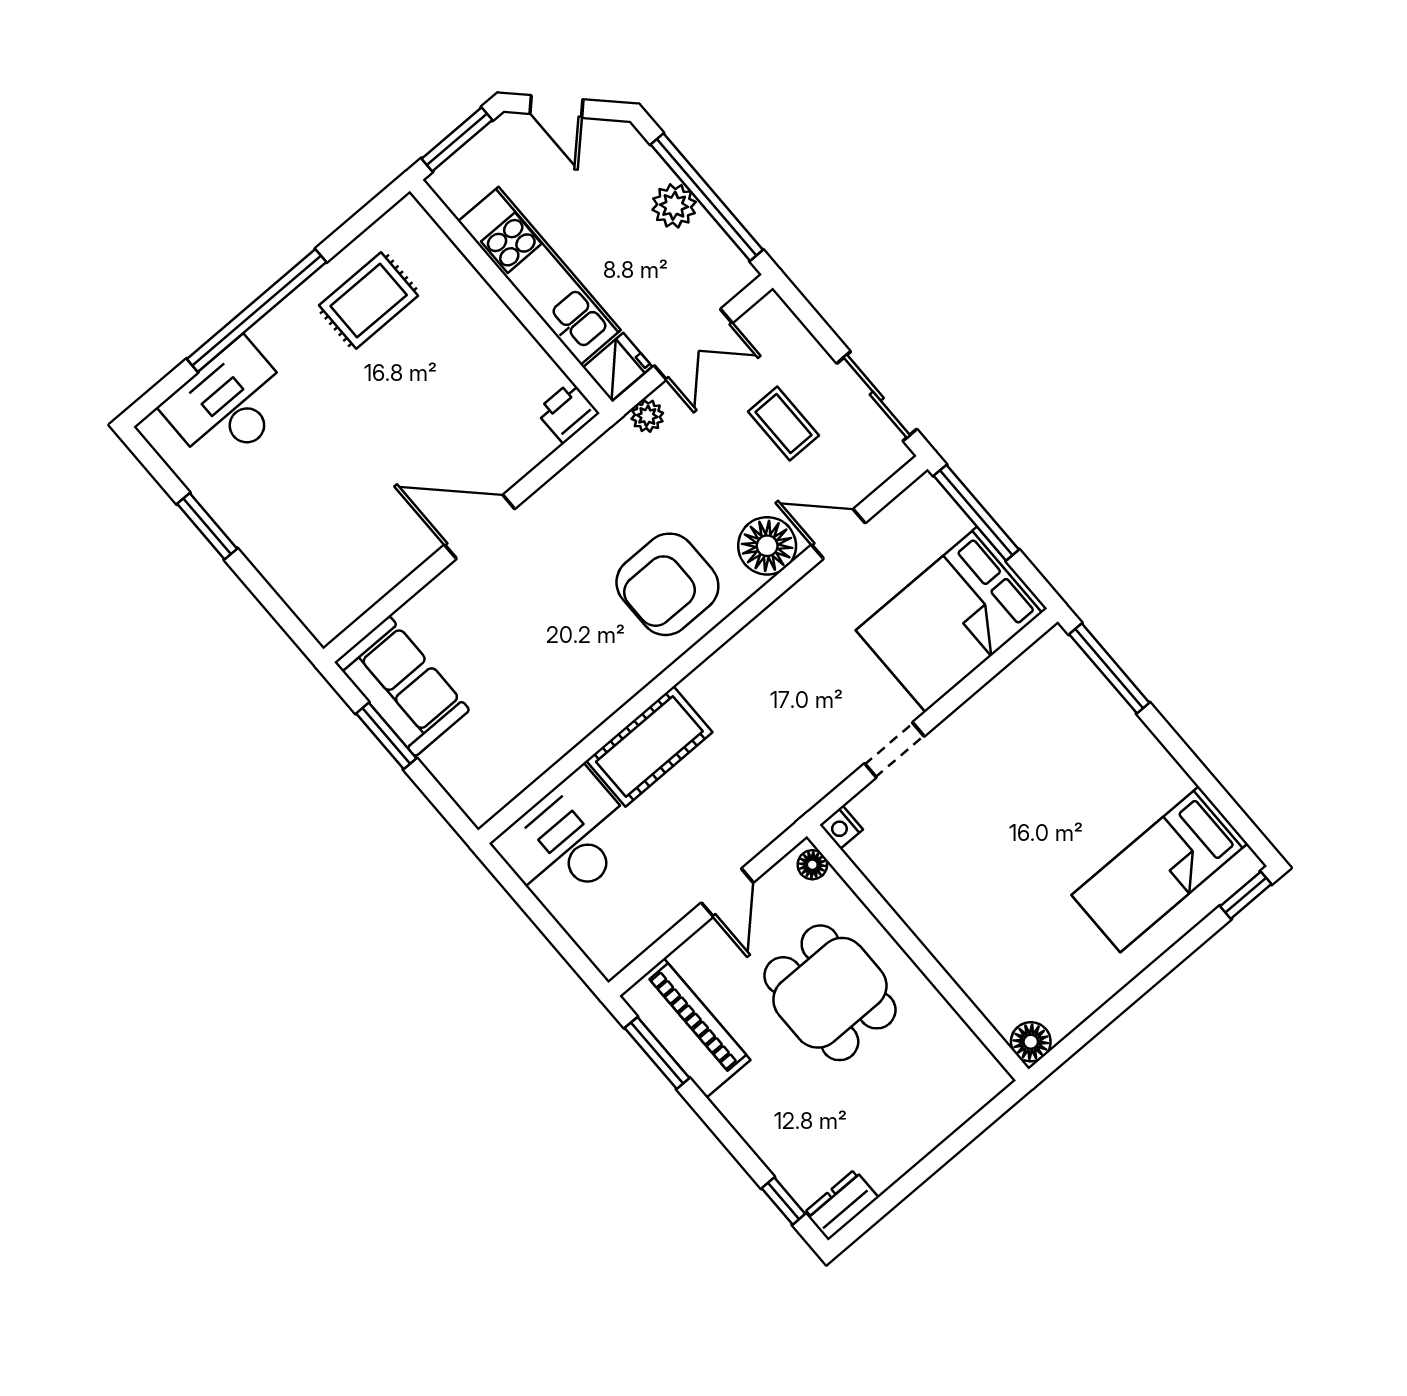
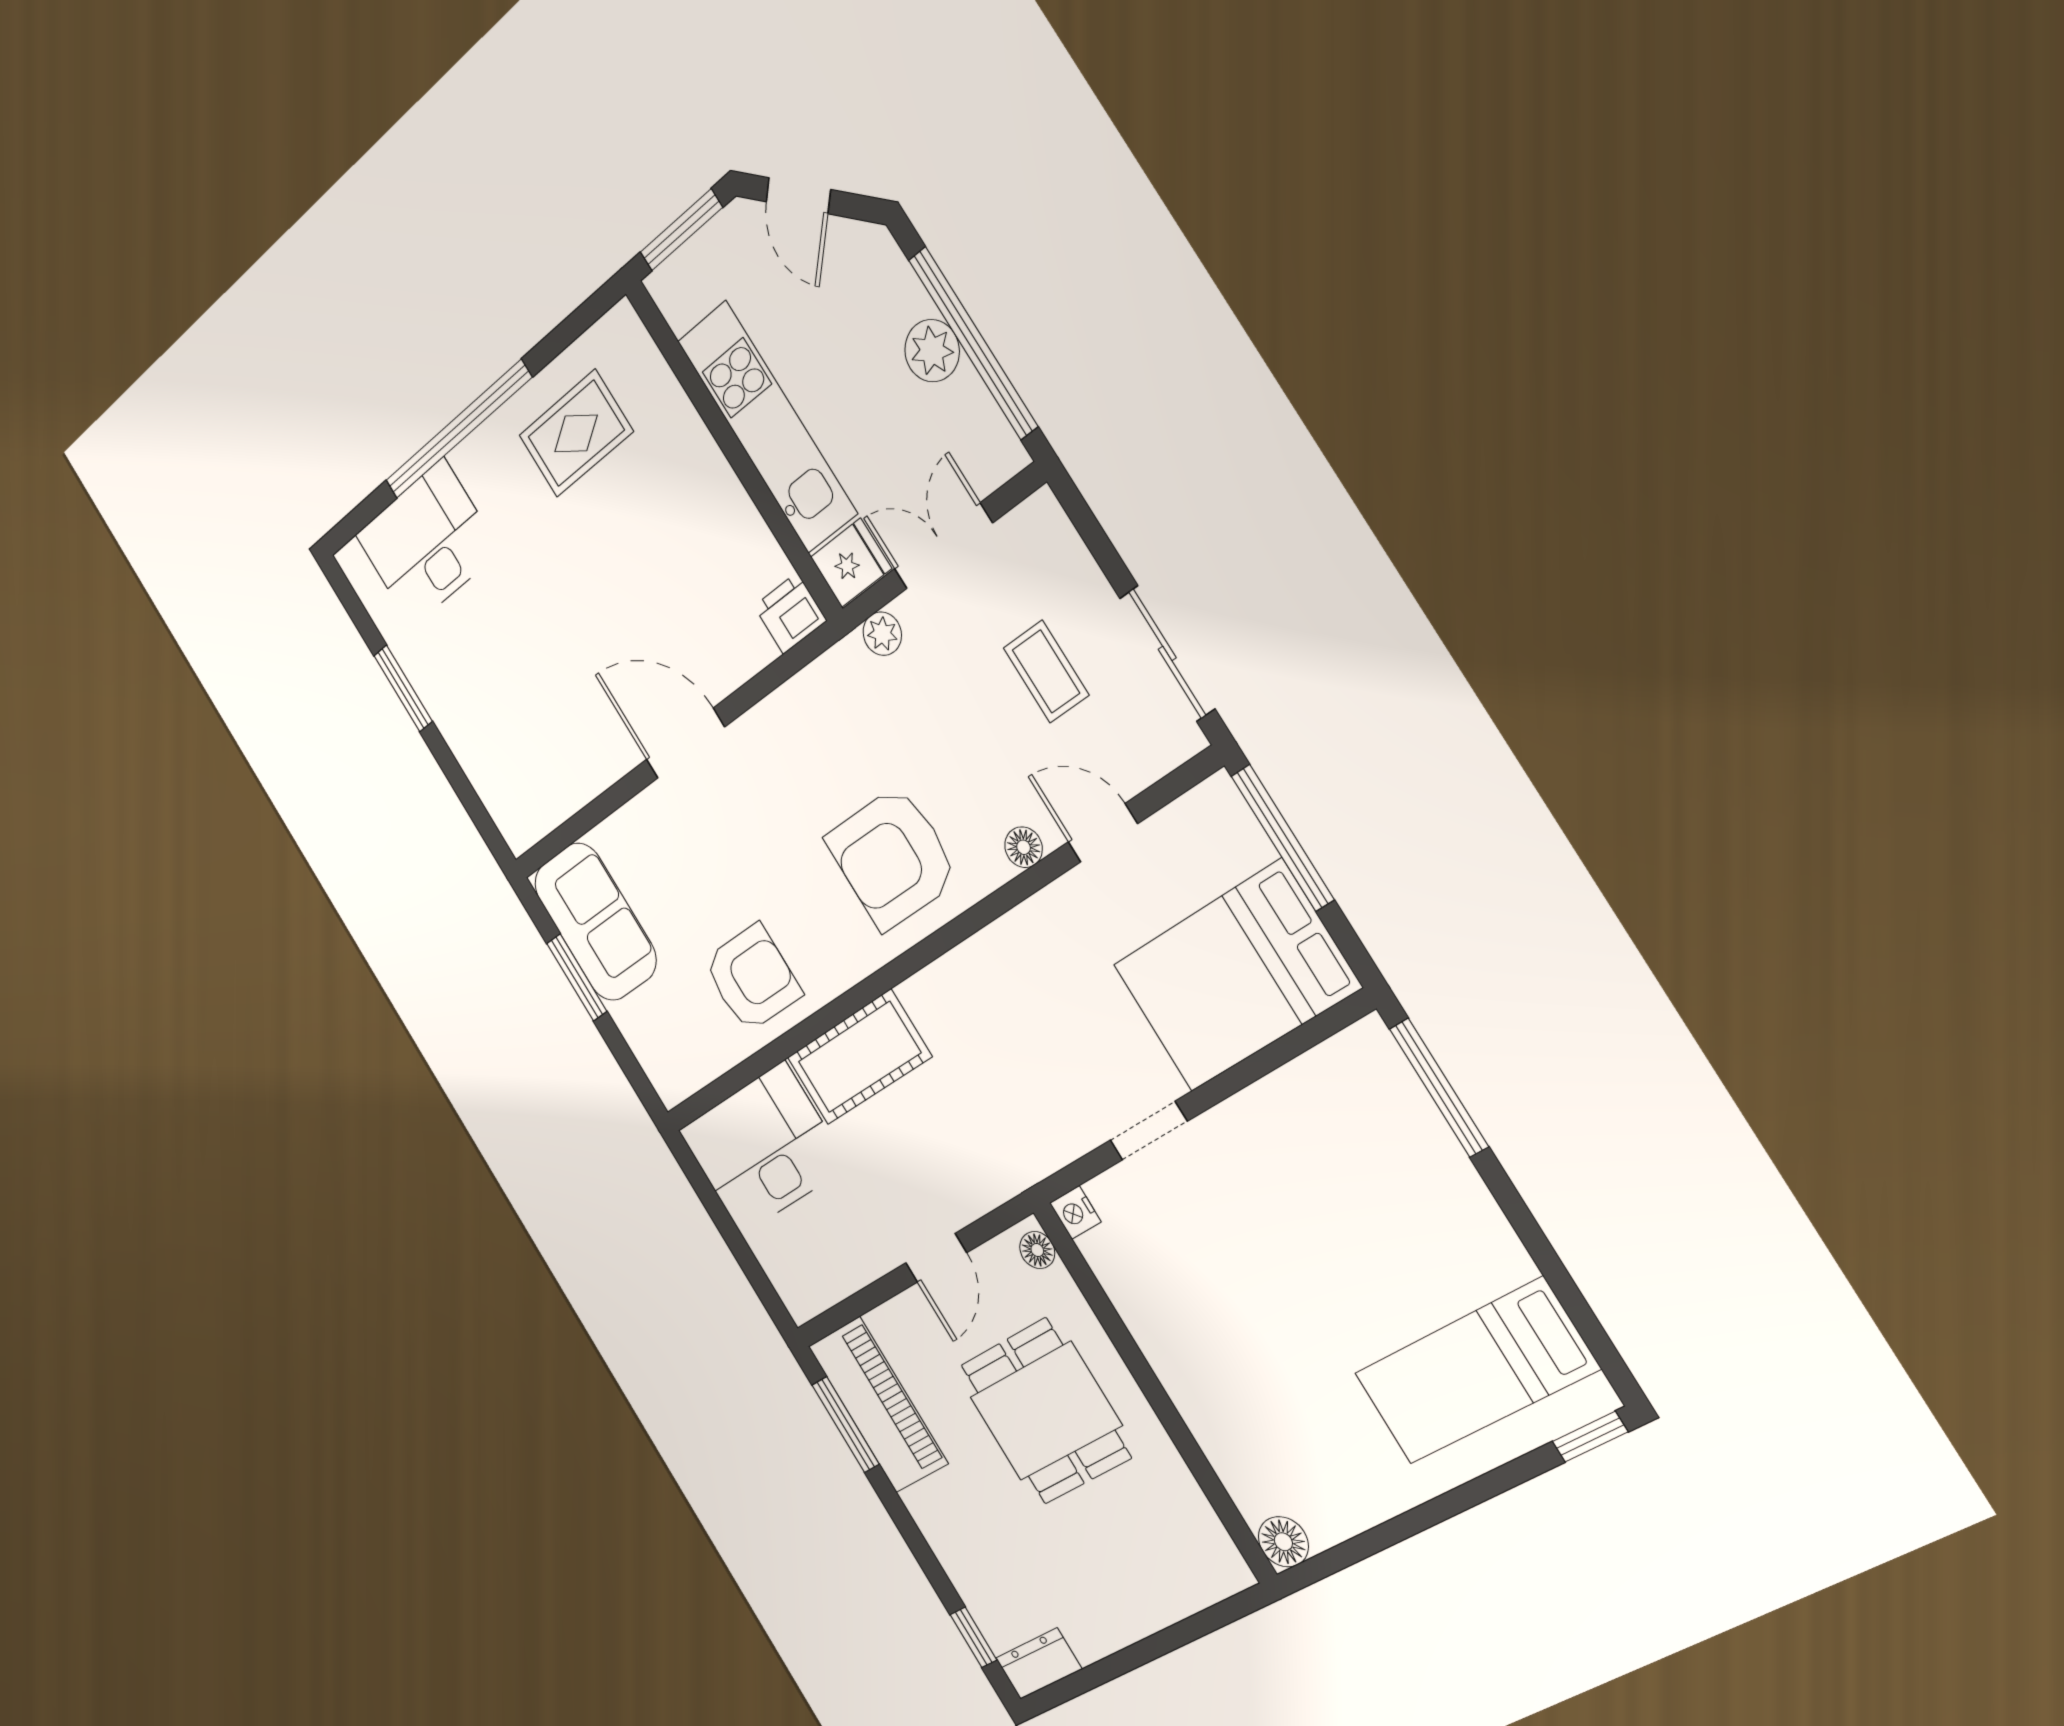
double door: (693, 344) -> (943, 546), swing flipped
floor lamp: (767, 546) -> (1024, 847), width x0.53, depth x0.53
armchair: (550, 703) -> (752, 978), added

